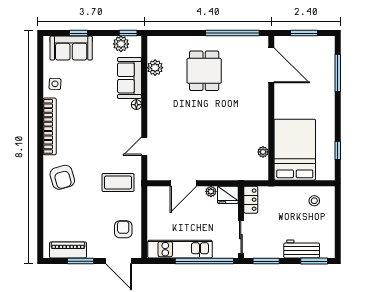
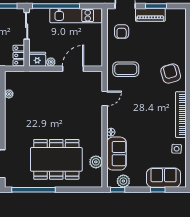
dining table: (204, 71) -> (56, 159), width x1.88, depth x1.24
piano: (68, 250) -> (150, 15), moved

